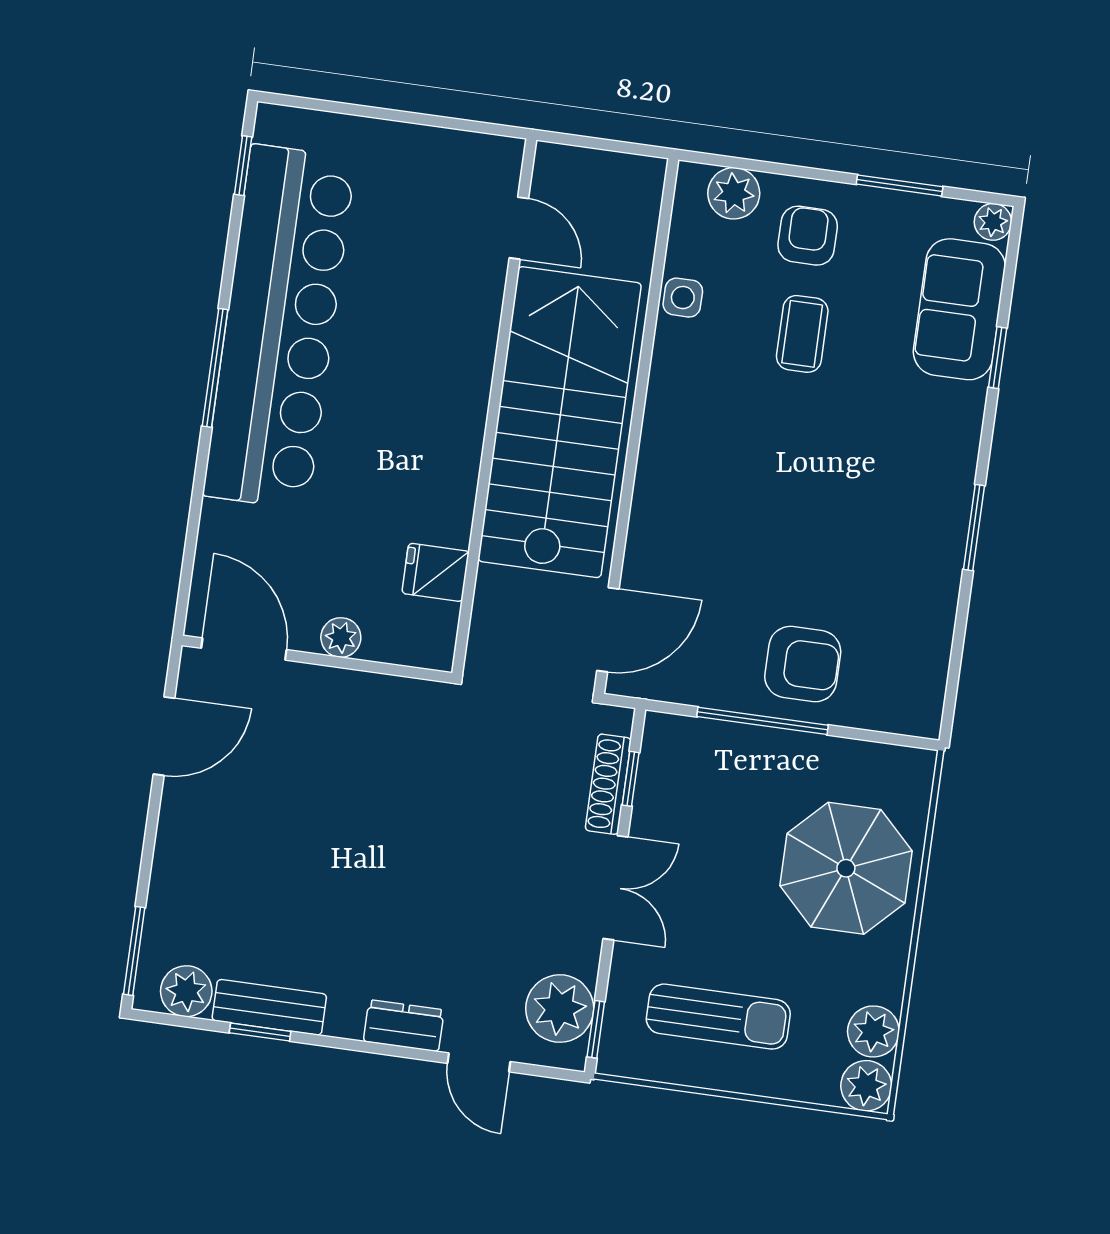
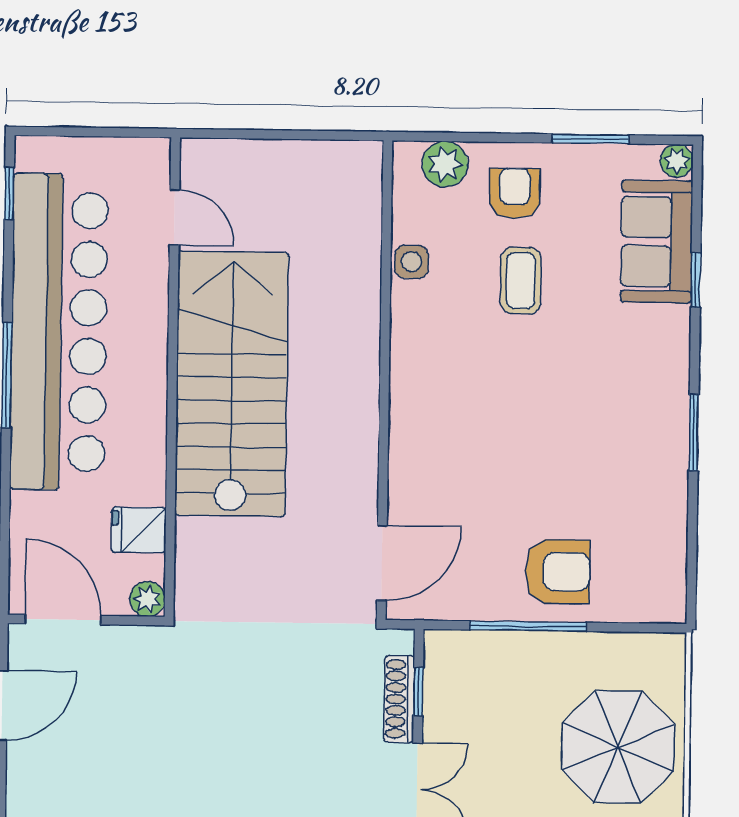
door: (519, 228) -> (175, 217), moved
wall: (494, 406) -> (172, 377), moved
stairs: (560, 422) -> (232, 384), moved
fridge: (436, 572) -> (139, 530), moved

